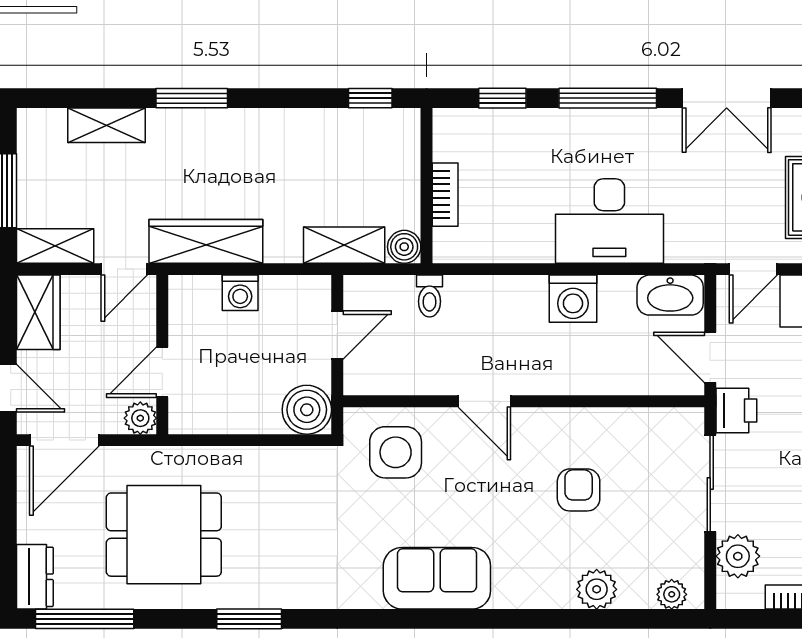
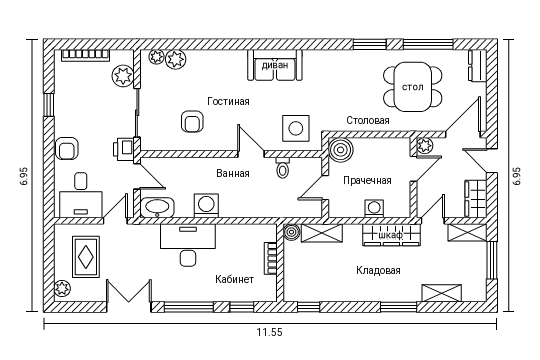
toilet: (429, 296) -> (283, 168), moved, turned 180
armchair: (579, 490) -> (192, 122), moved
plant: (597, 589) -> (176, 59), moved
window: (85, 619) -> (428, 44), moved

